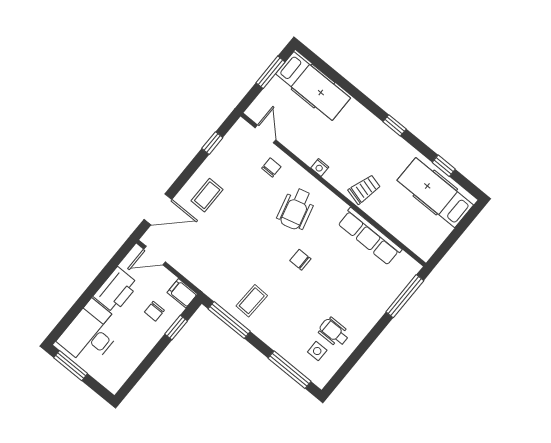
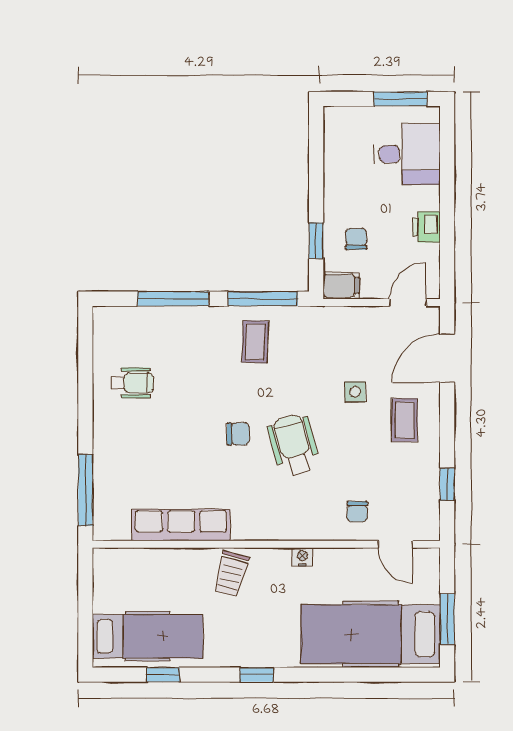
hospital bed: (313, 86) -> (371, 634), width x1.37, depth x1.29
wheelchair: (296, 209) -> (294, 445), moved
printer: (116, 290) -> (426, 227), width x0.53, depth x0.68
desk: (91, 334) -> (407, 154), width x0.73
side table: (317, 351) -> (355, 392), moved
window: (290, 370) -> (173, 299), moved

